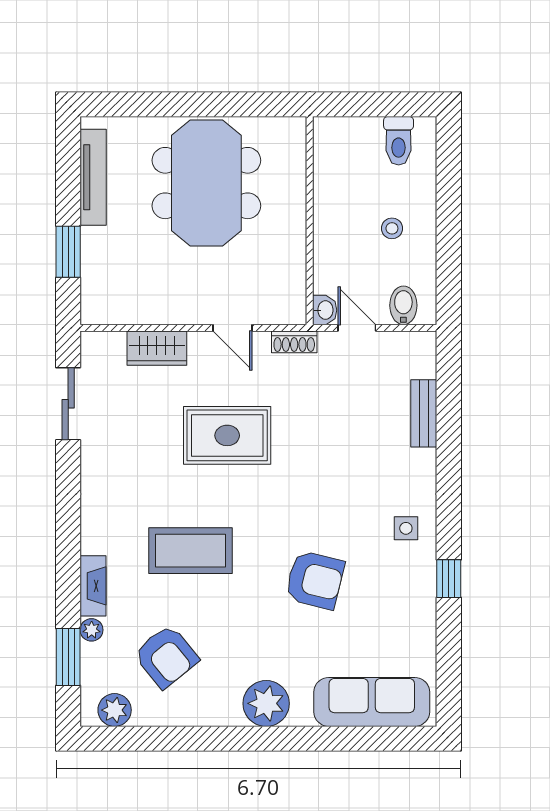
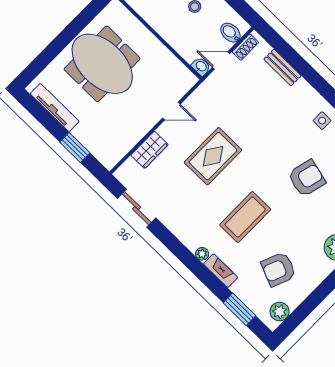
shoe rack: (294, 342) -> (245, 47), moved
plant: (92, 630) -> (202, 254), moved
armchair: (166, 657) -> (278, 269), turned 151

